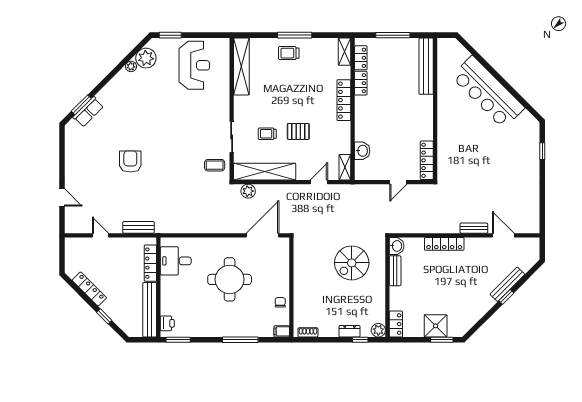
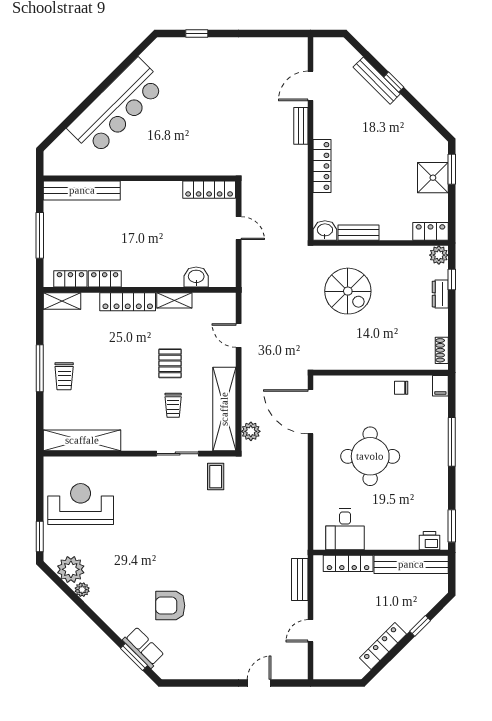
armchair: (130, 161) -> (170, 606), moved
shelving: (345, 167) -> (174, 300), moved

